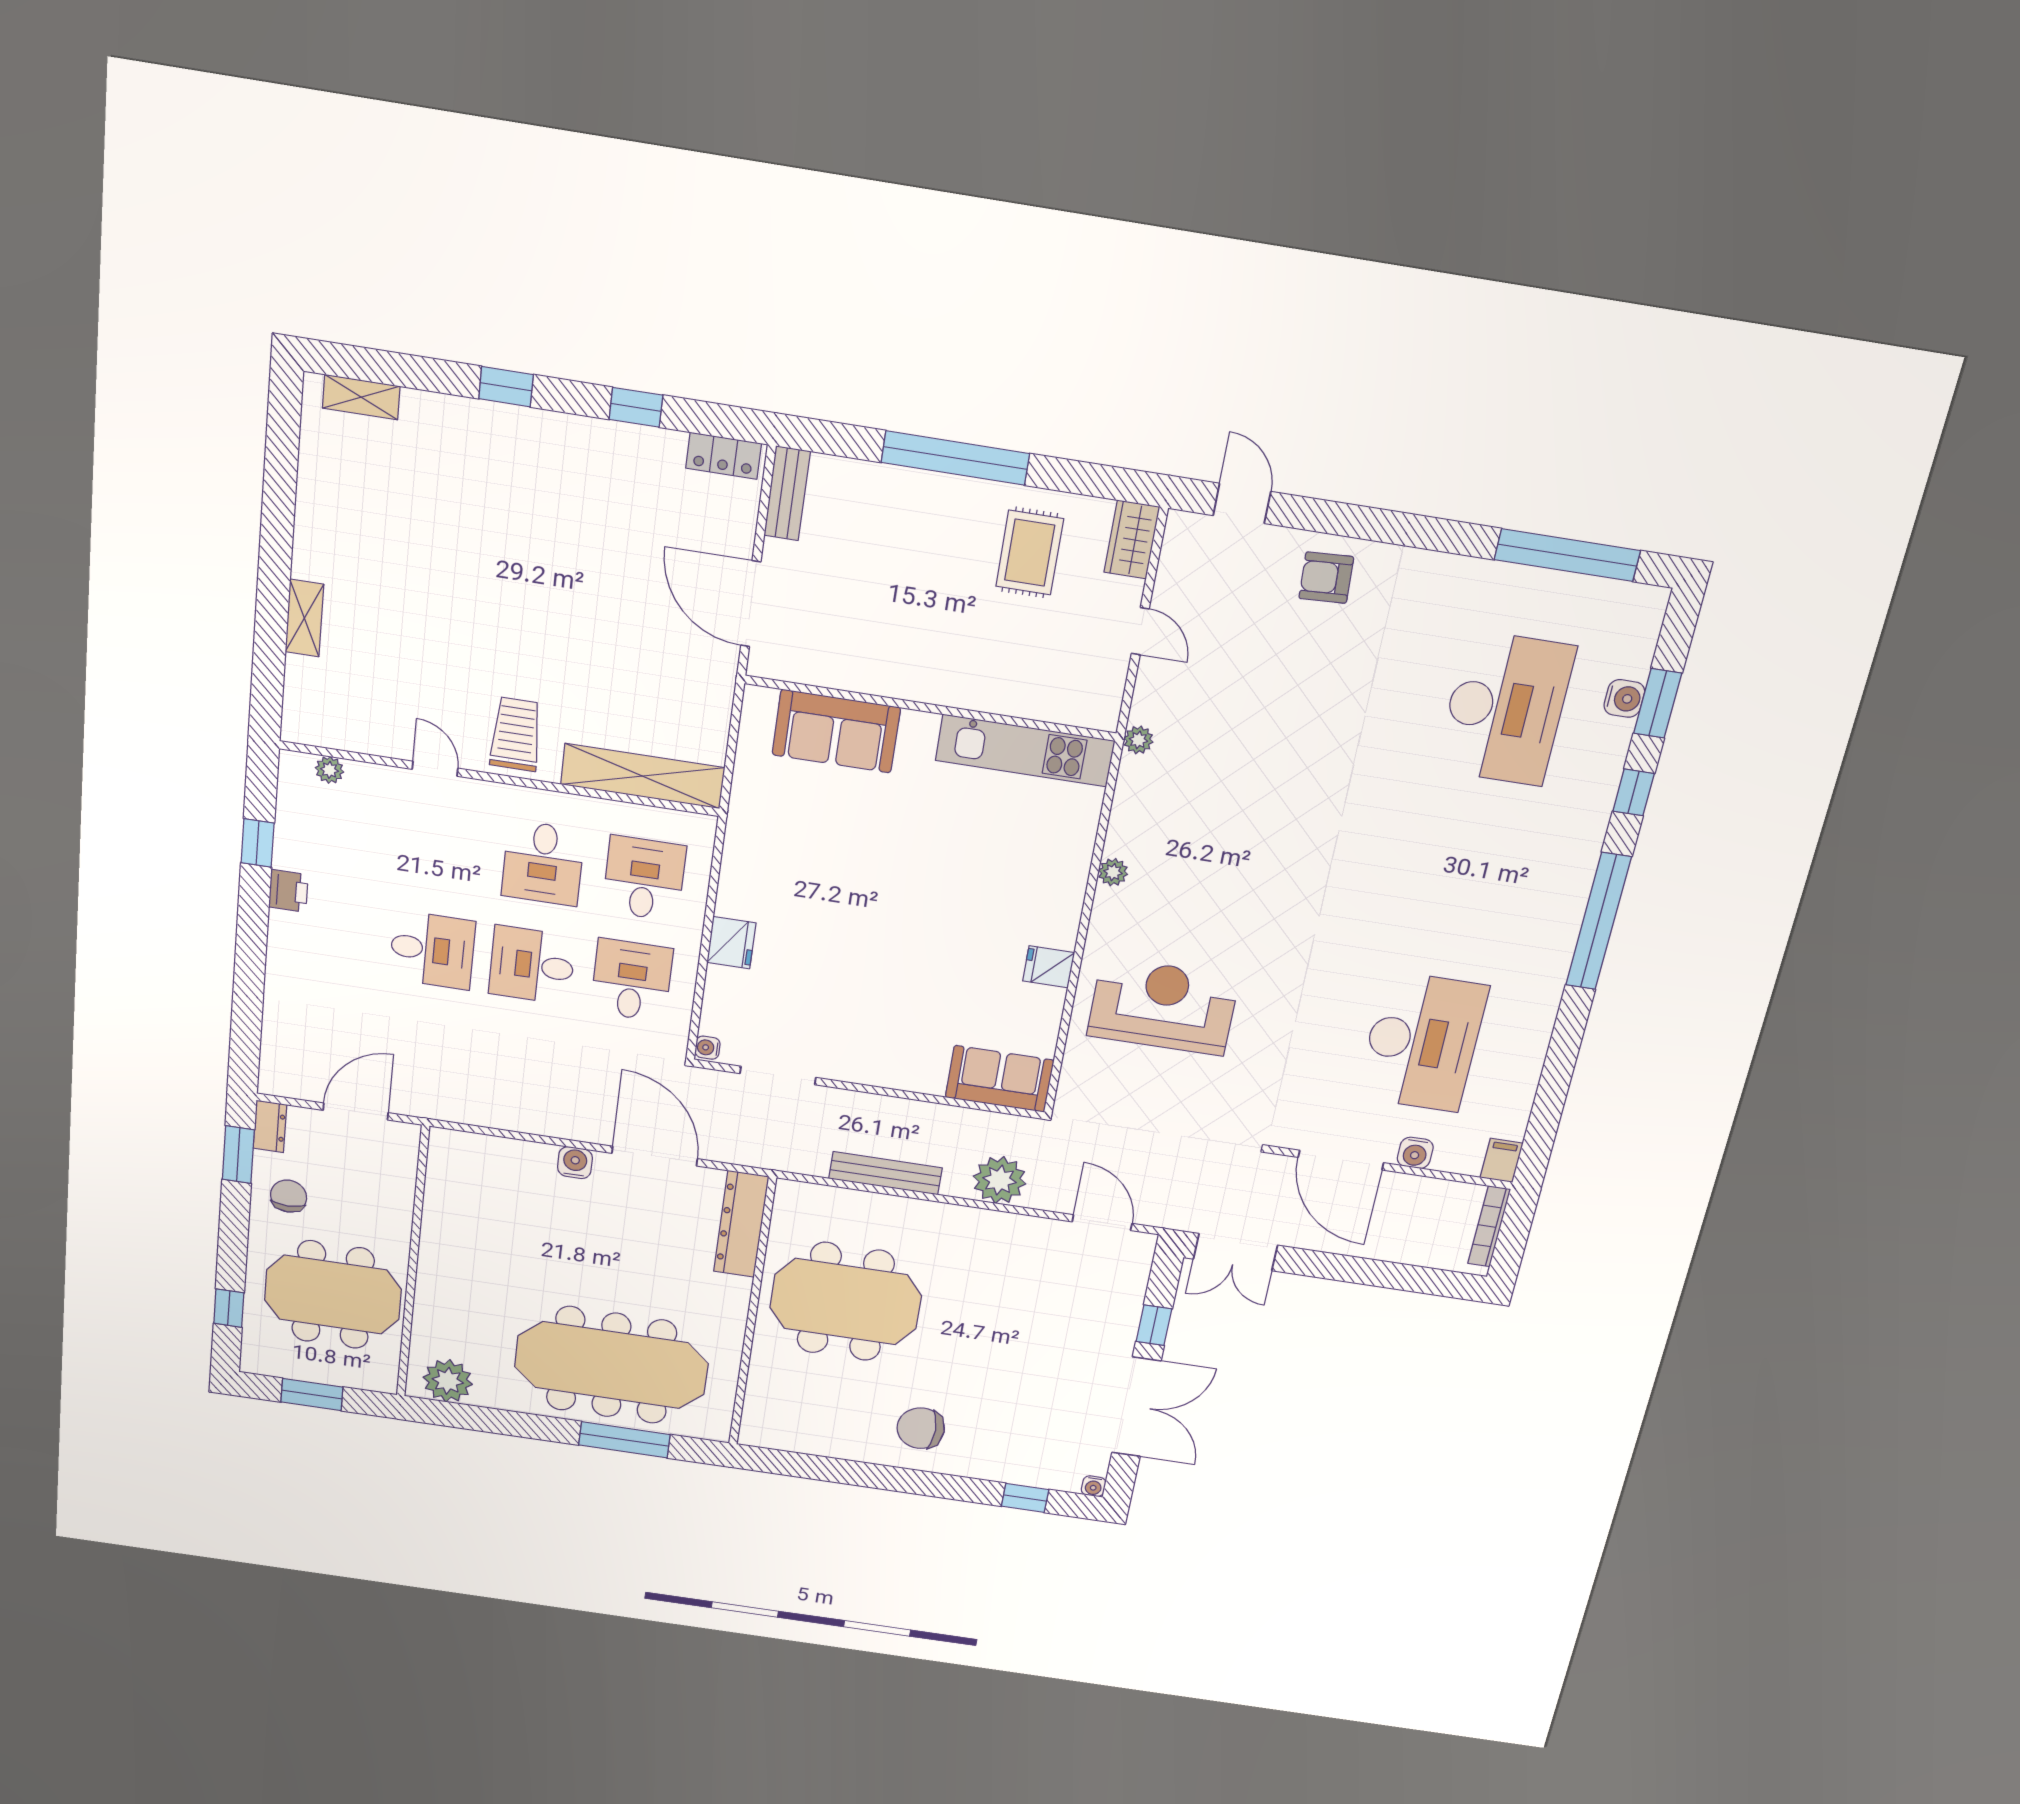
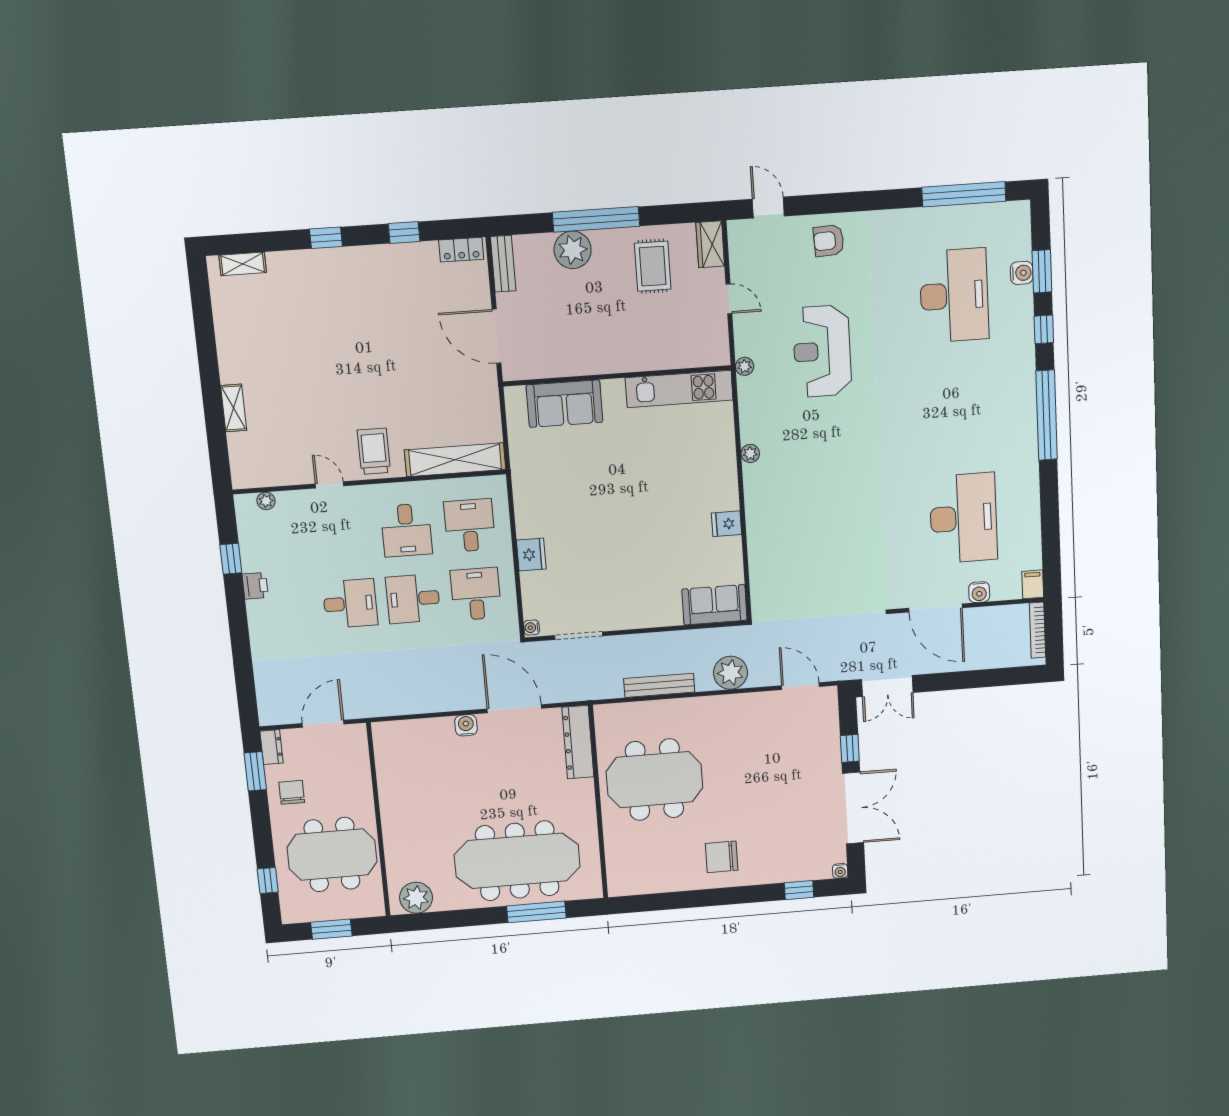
plant: (906, 497) -> (573, 250), added
reception desk: (1163, 1006) -> (822, 351), moved, turned -90

